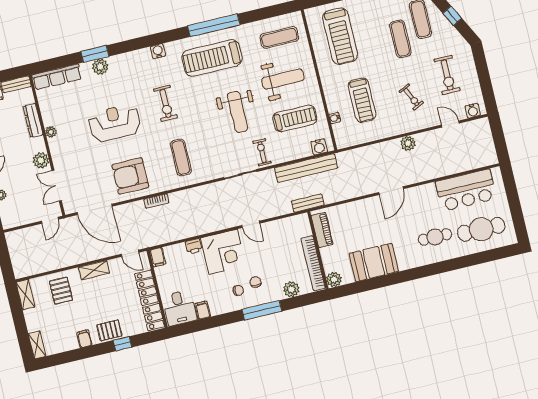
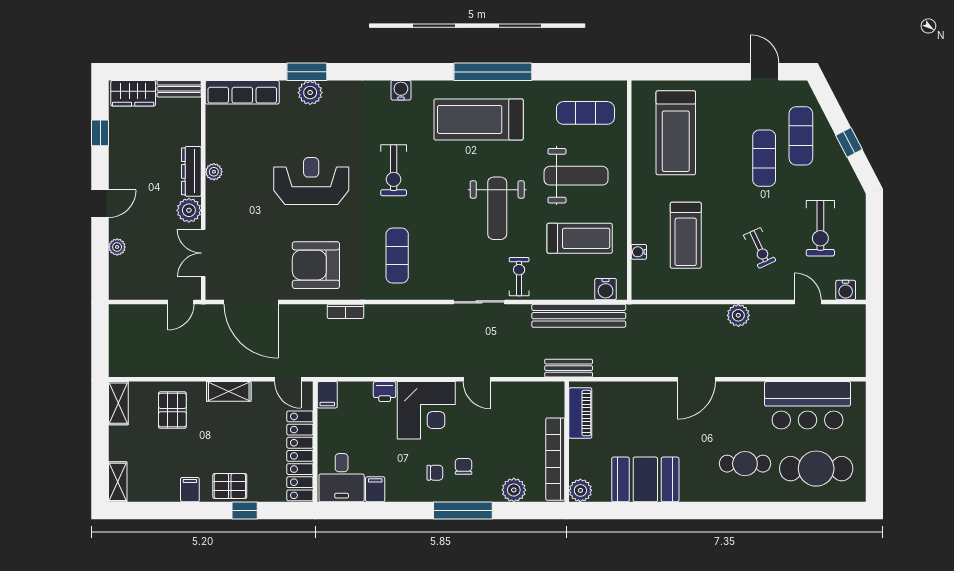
dresser: (33, 120) -> (191, 171), moved

